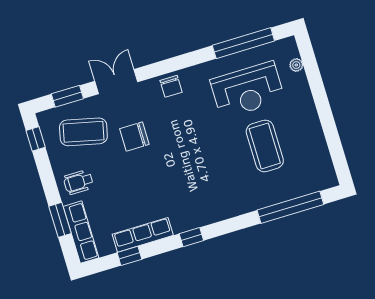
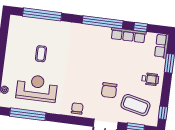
chair: (134, 137) -> (109, 90), turned 90
coffee table: (265, 146) -> (41, 54), width x0.54, depth x0.58
row of seats: (81, 232) -> (162, 46), width x0.68
window: (191, 237) -> (103, 22), width x3.17

